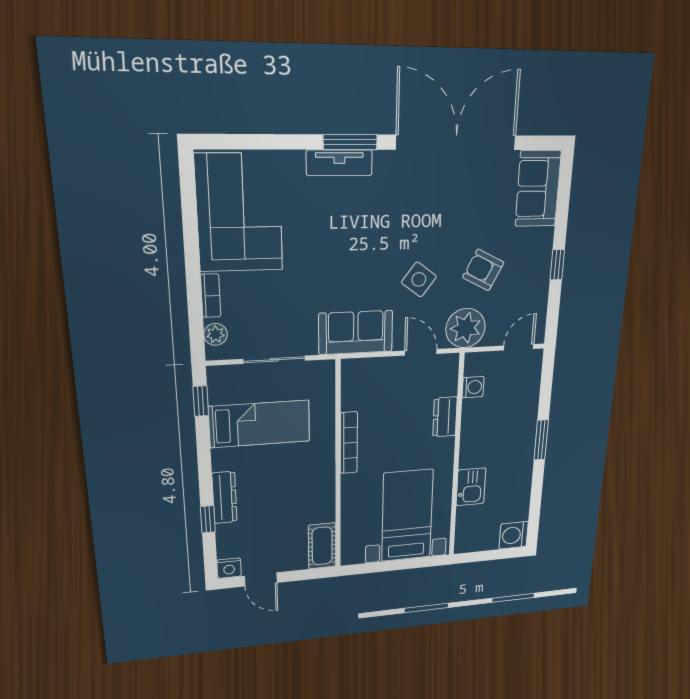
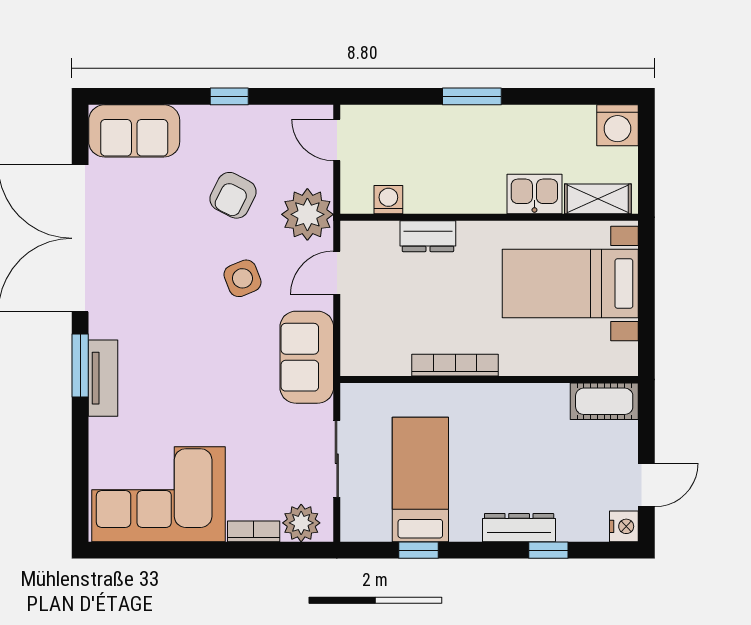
side table: (419, 279) -> (242, 278), turned 31
plant: (216, 334) -> (301, 523), width x1.38, depth x1.38
window: (201, 401) -> (419, 550), moved
shelving: (465, 528) -> (598, 199), added

